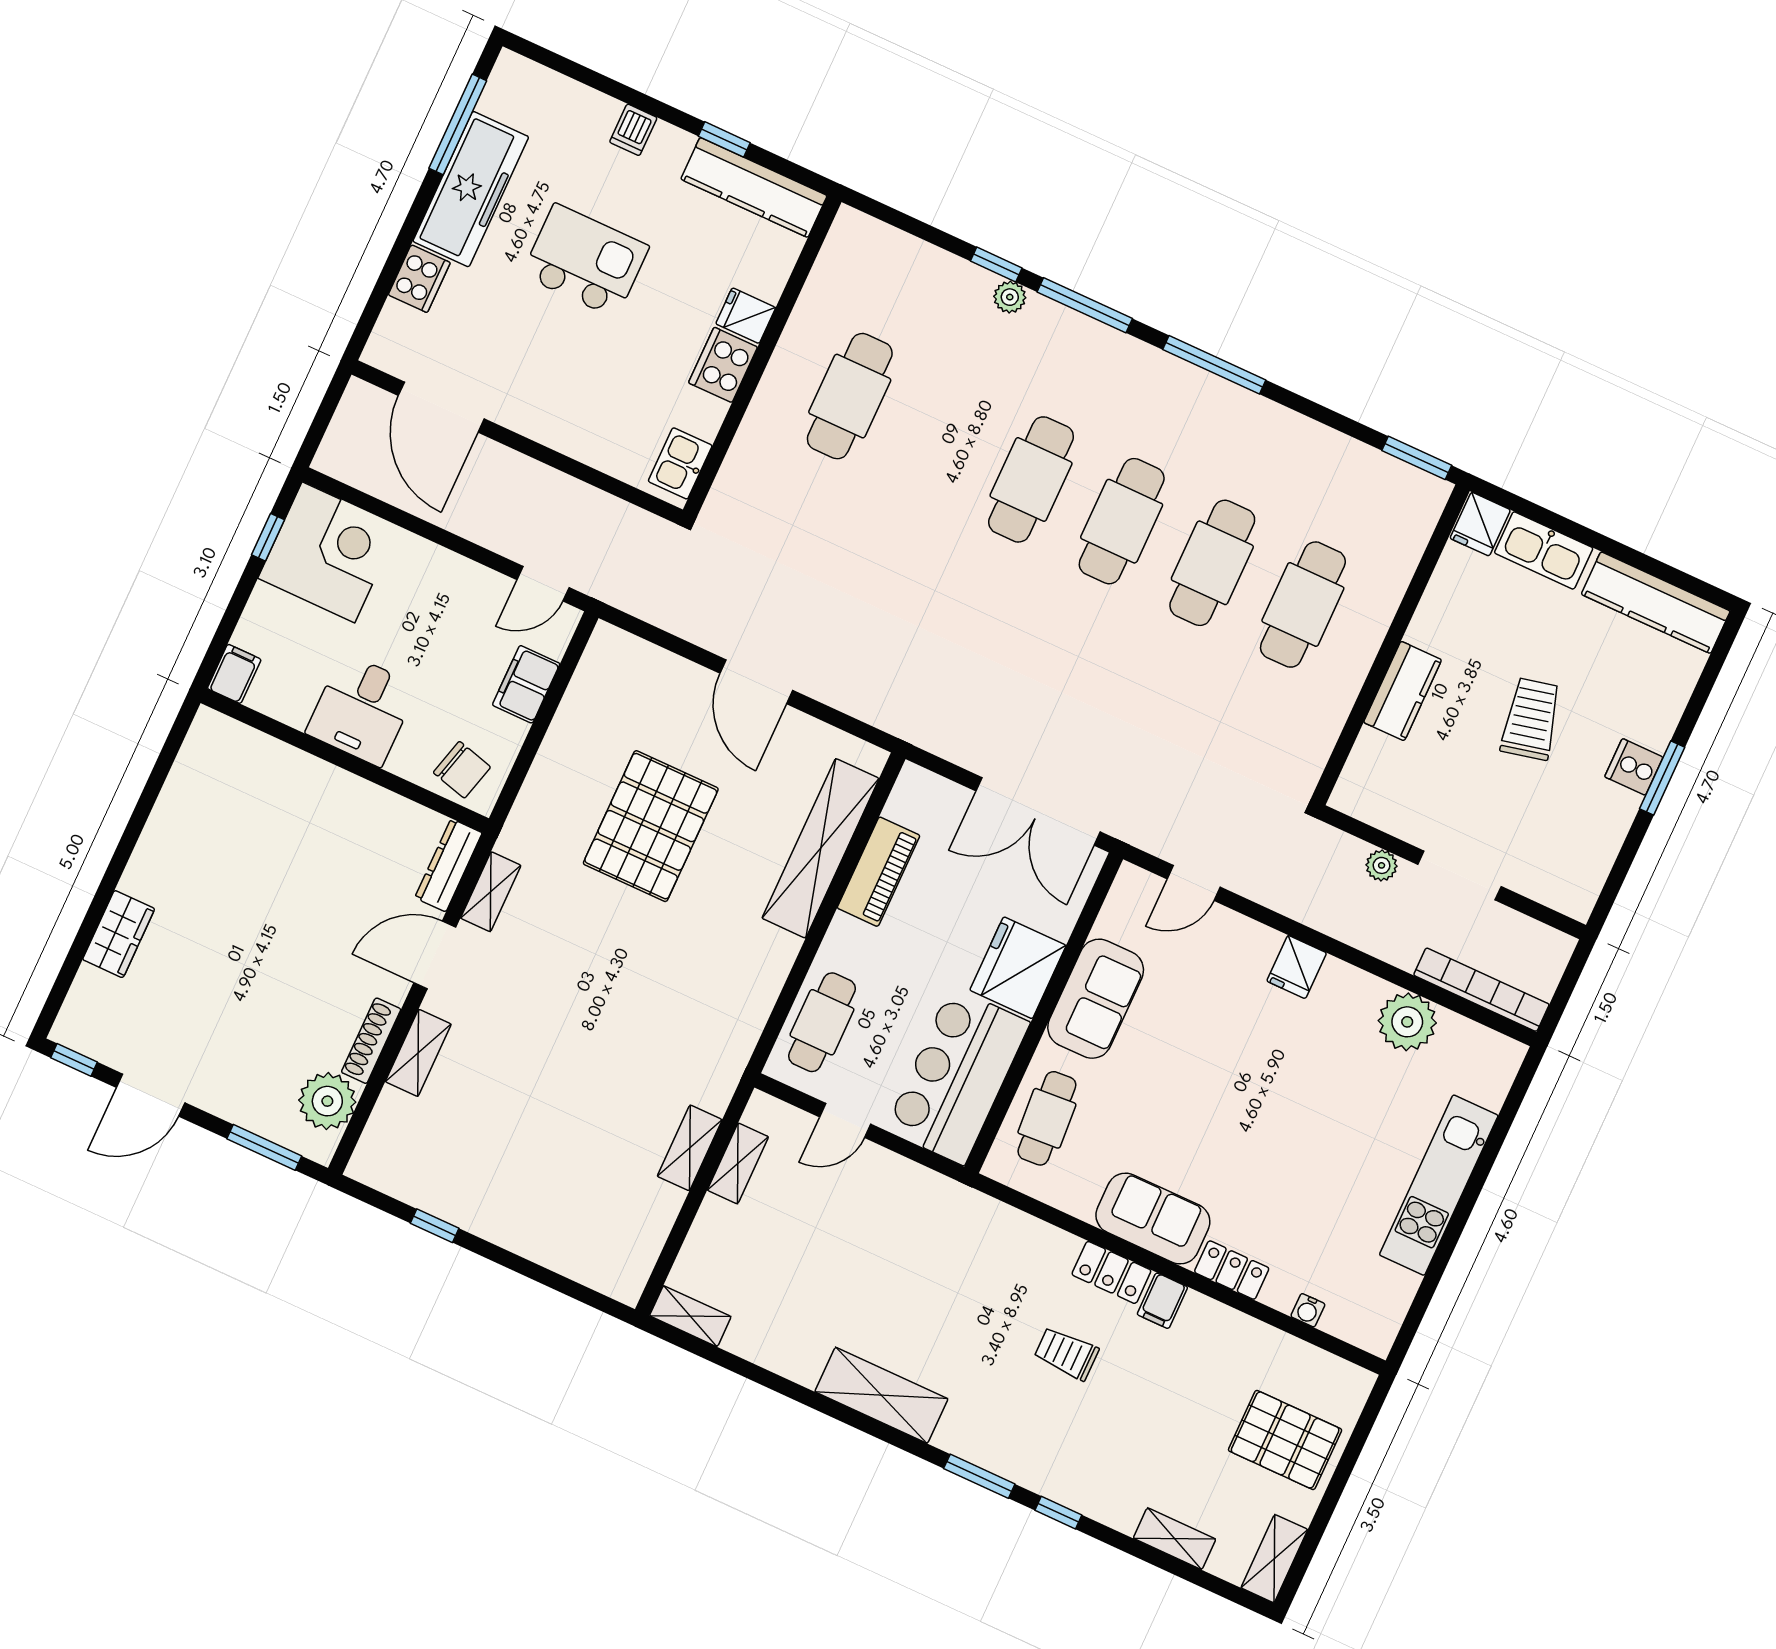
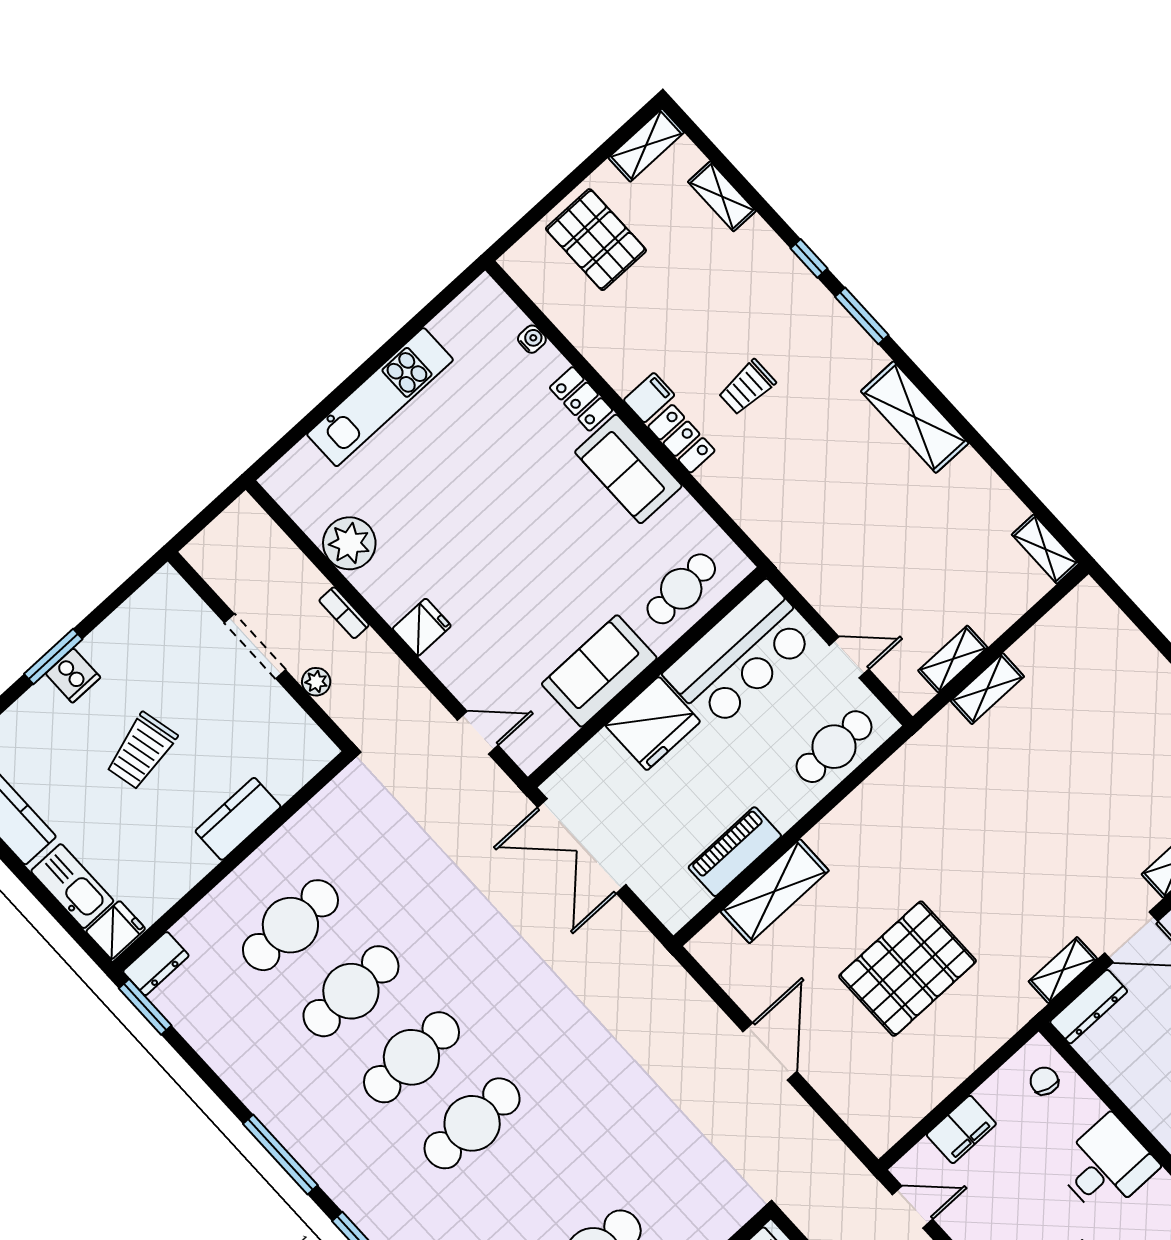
dresser: (1424, 507) -> (156, 964), added
chair: (462, 770) -> (1044, 1081), width x0.73, depth x0.73
double door: (1038, 811) -> (582, 846), swing flipped
shelving: (821, 848) -> (775, 891), width x0.68
bookcase: (1481, 990) -> (344, 613), moved, width x0.43, depth x0.76
trolley: (1066, 1353) -> (747, 387), turned 90

